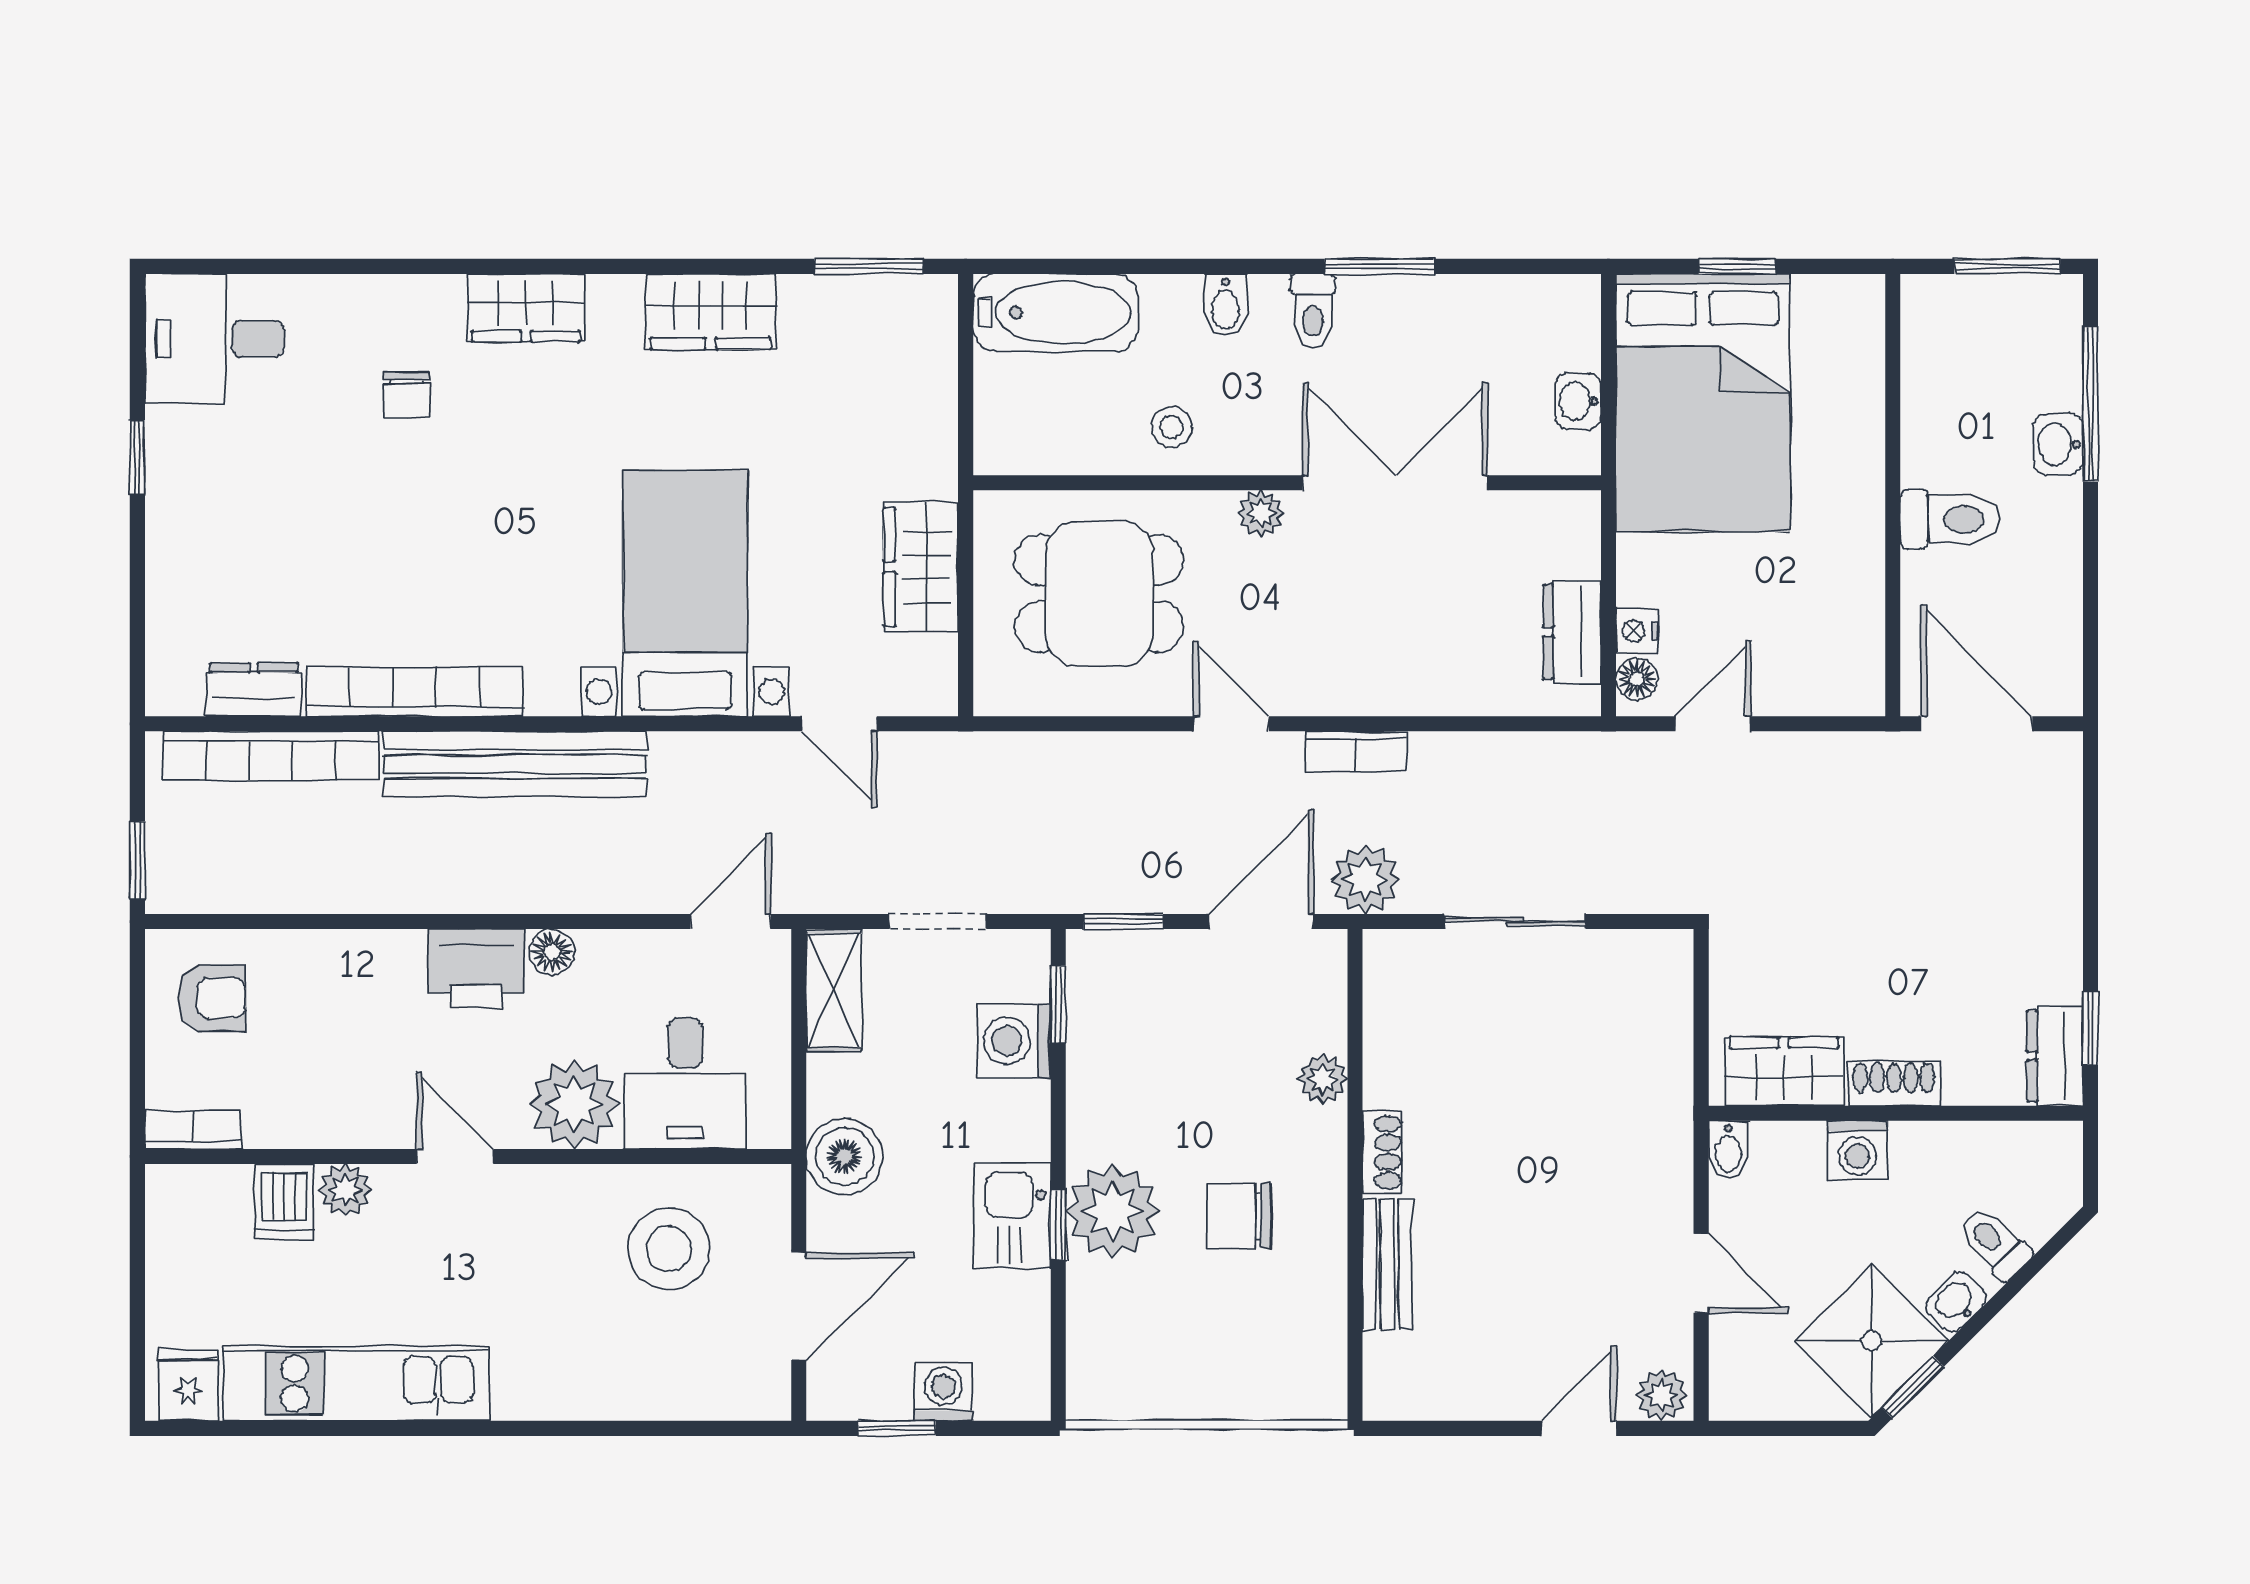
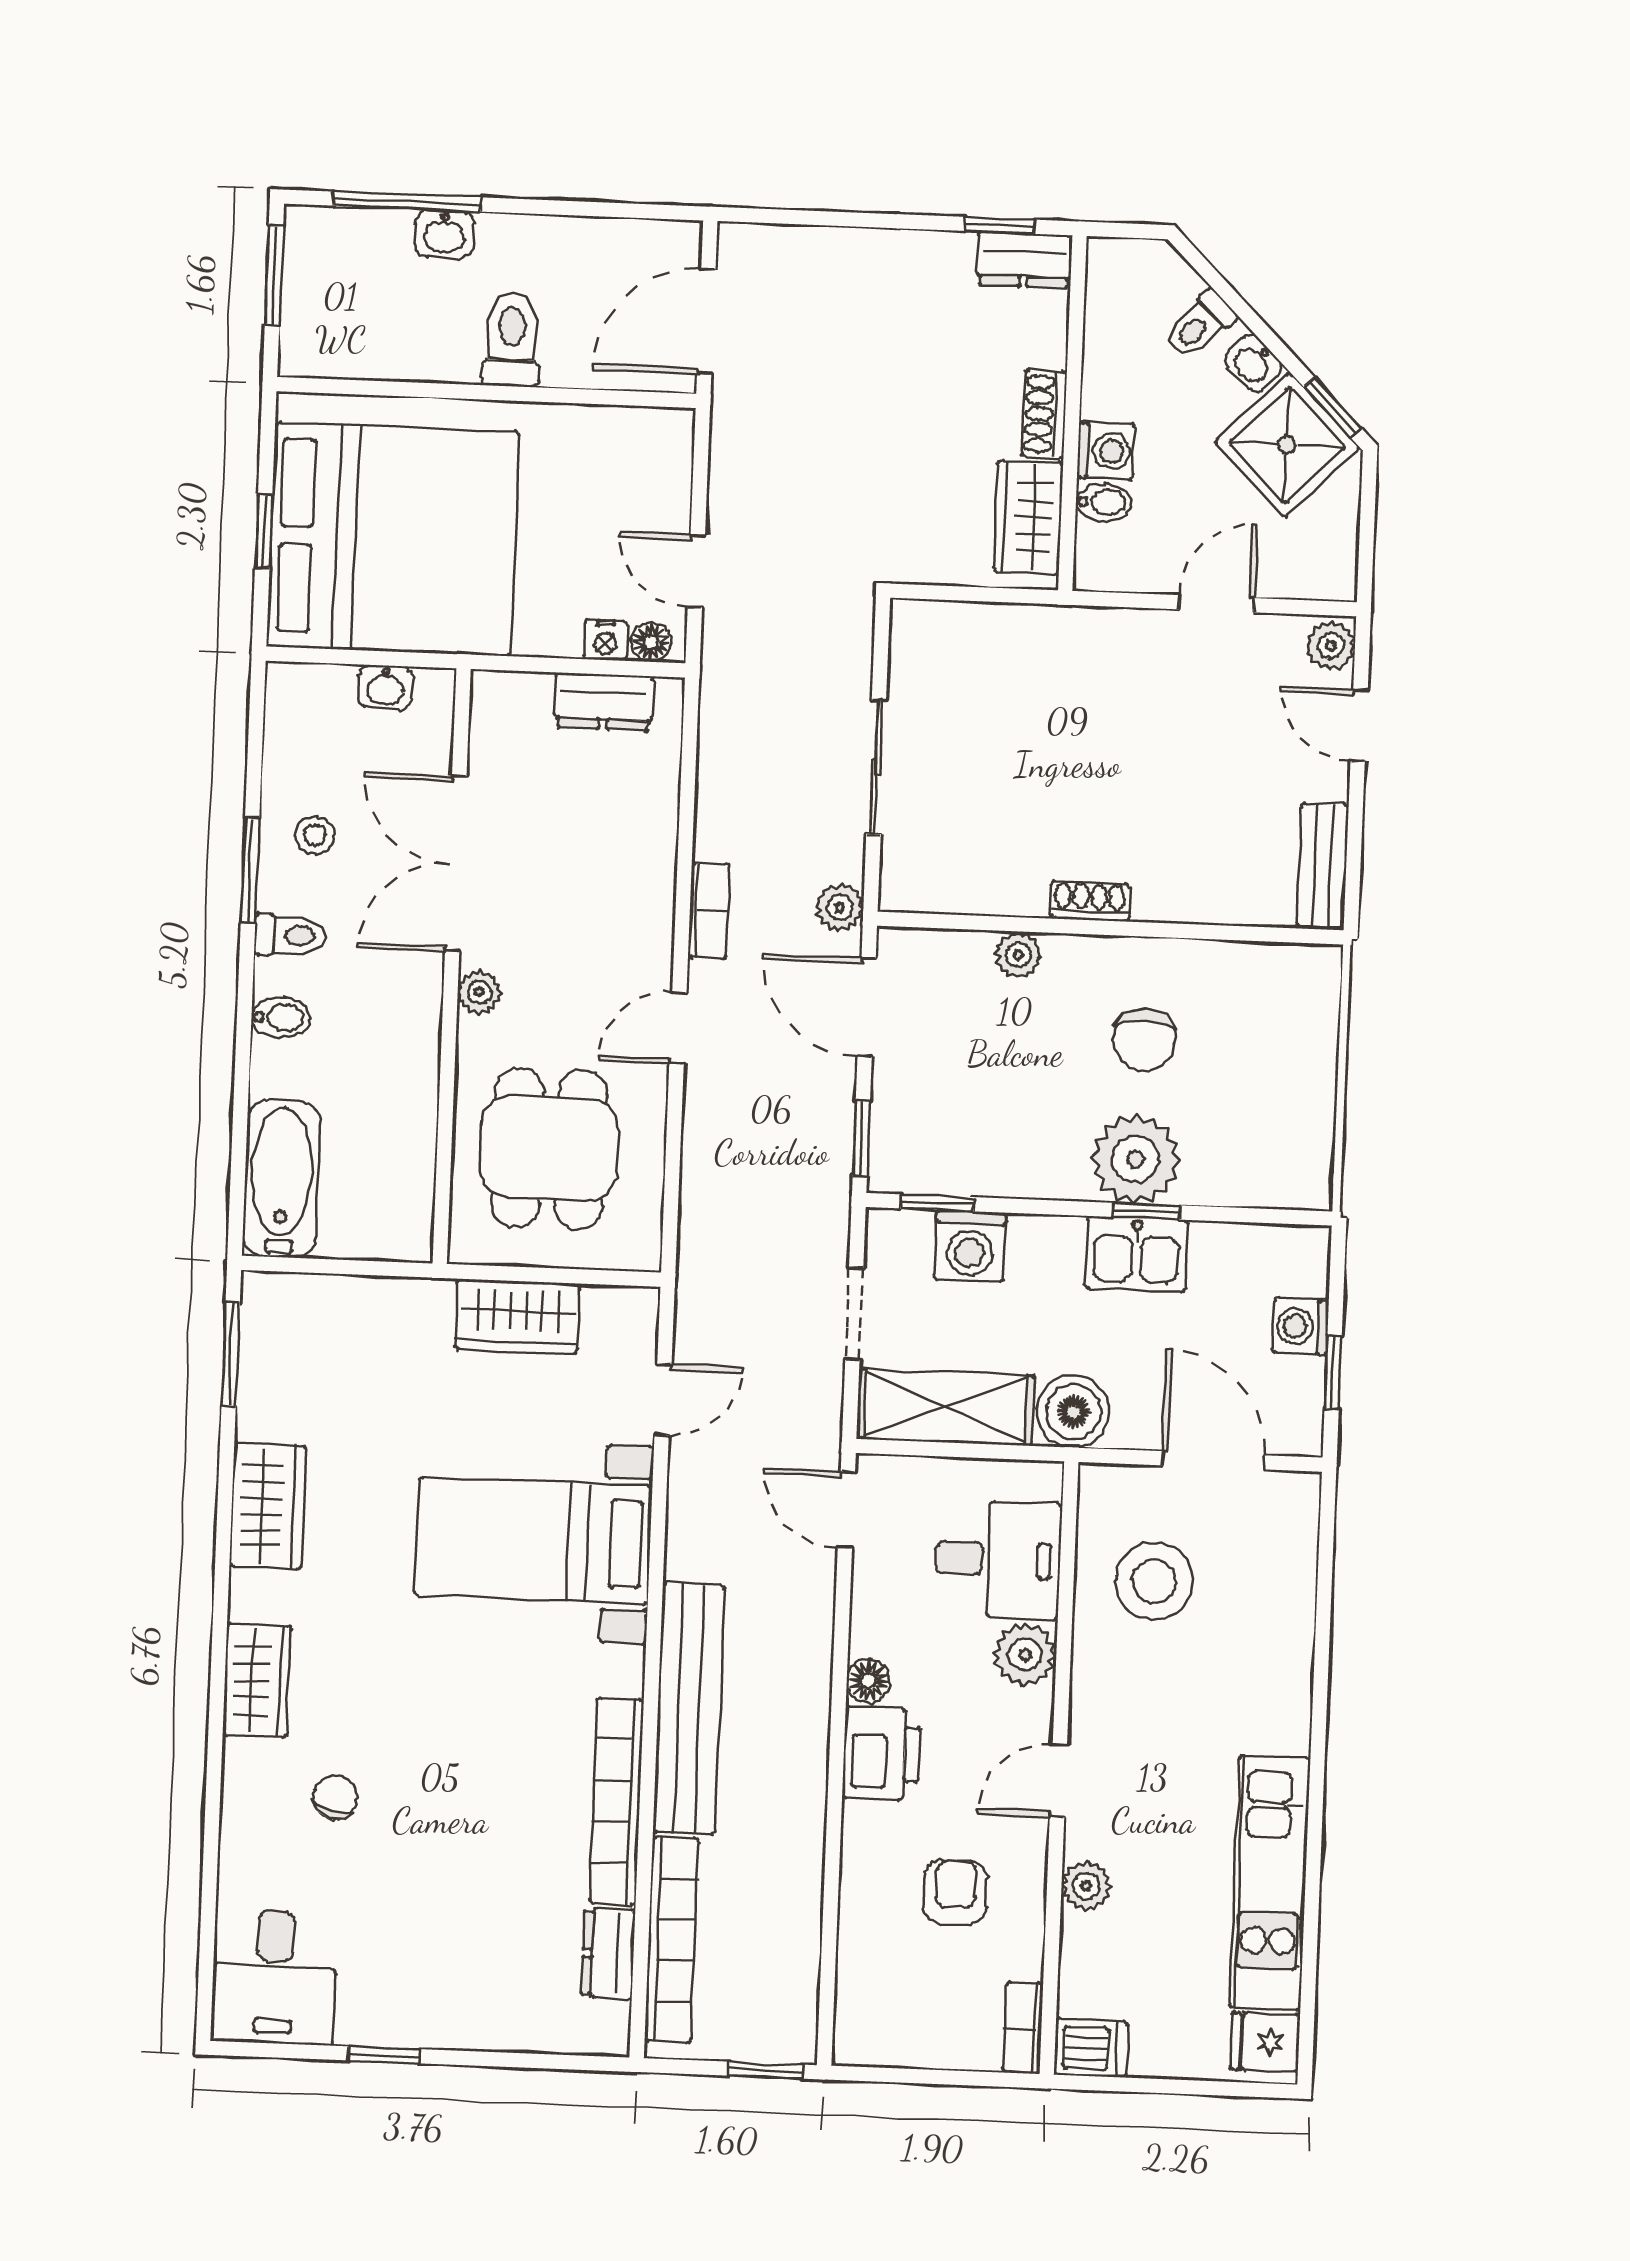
chair: (406, 396) -> (336, 1797), turned -74
bed: (1703, 403) -> (393, 539), width x1.36
stool: (1172, 427) -> (315, 835), moved
plant: (1365, 880) -> (840, 907), width x0.73, depth x0.73
shelving: (834, 991) -> (945, 1407), width x1.50, depth x1.33
armchair: (212, 998) -> (955, 1892), moved
plant: (574, 1104) -> (1025, 1654), width x0.73, depth x0.73
bidet: (1728, 1150) -> (1103, 502), moved
dishwasher: (284, 1202) -> (1091, 2048), moved
bench: (1387, 1264) -> (1323, 866), moved, turned 90

